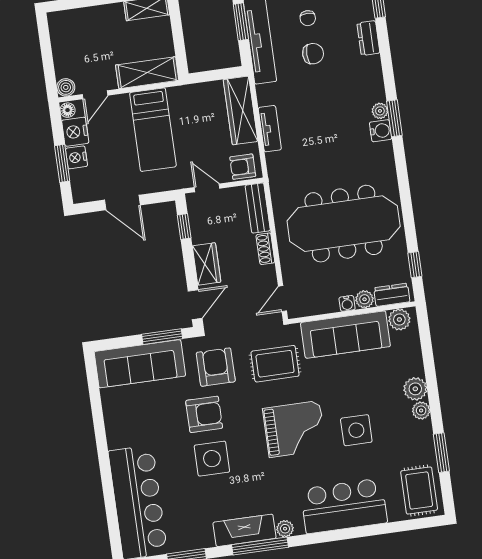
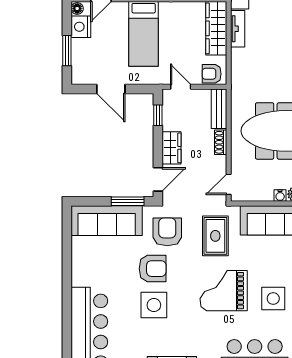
tv unit: (270, 129) -> (238, 29), moved
nightstand: (77, 157) -> (79, 48), removed
rug: (275, 364) -> (215, 236), turned 90
grand piano: (294, 429) -> (224, 291), turned 180

